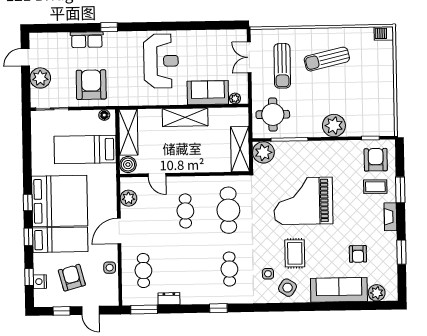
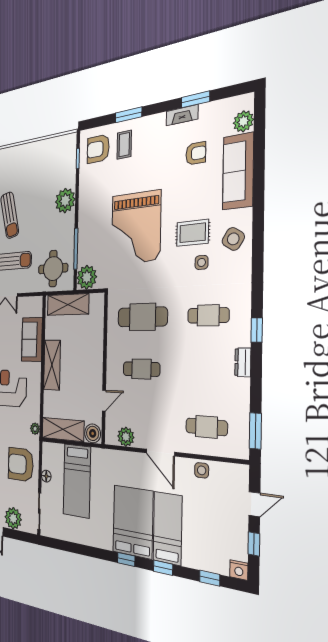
plant: (235, 98) -> (35, 429), moved
floor lamp: (104, 115) -> (46, 476), moved
shelving: (240, 149) -> (68, 305), moved
bed: (60, 201) -> (133, 522), width x0.73
fireplace: (390, 217) -> (182, 115), moved
side table: (268, 274) -> (202, 262), moved
armchair: (72, 278) -> (212, 522), removed
nightstand: (40, 282) -> (239, 570), moved
dresser: (169, 299) -> (243, 362), moved

